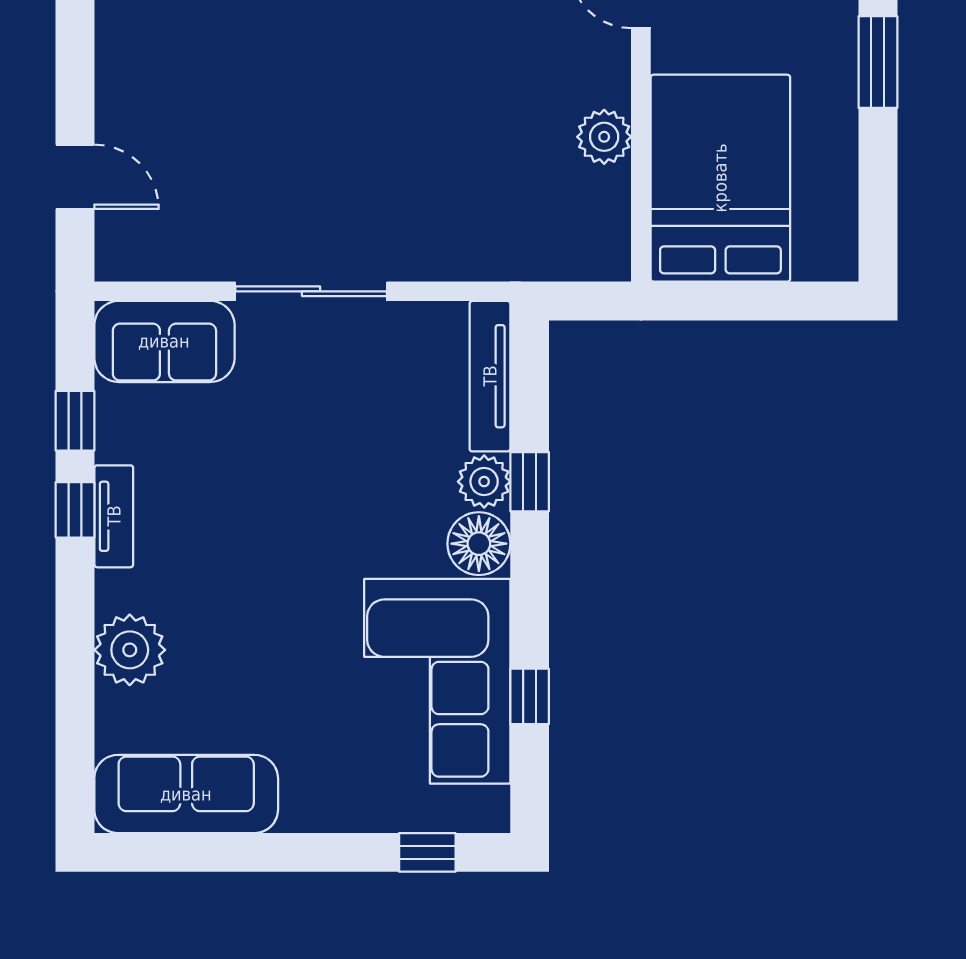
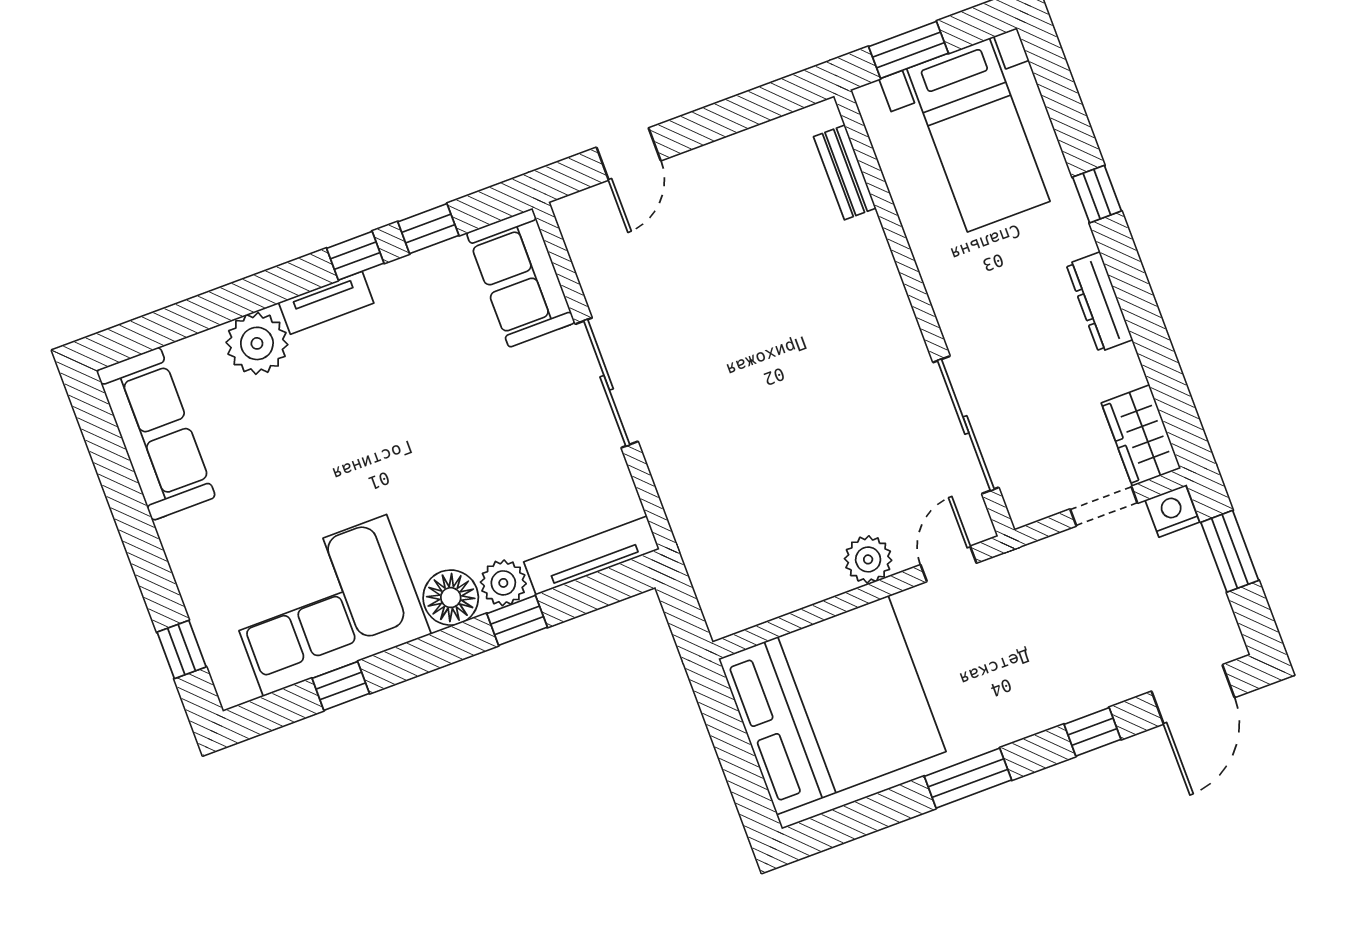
plant: (604, 137) -> (868, 559), moved
bed: (720, 178) -> (832, 705), width x1.36
tv unit: (114, 516) -> (326, 303), moved

